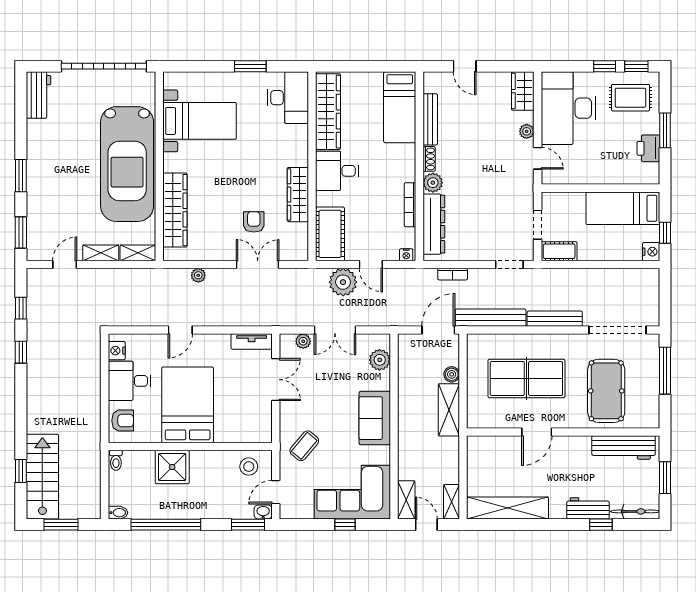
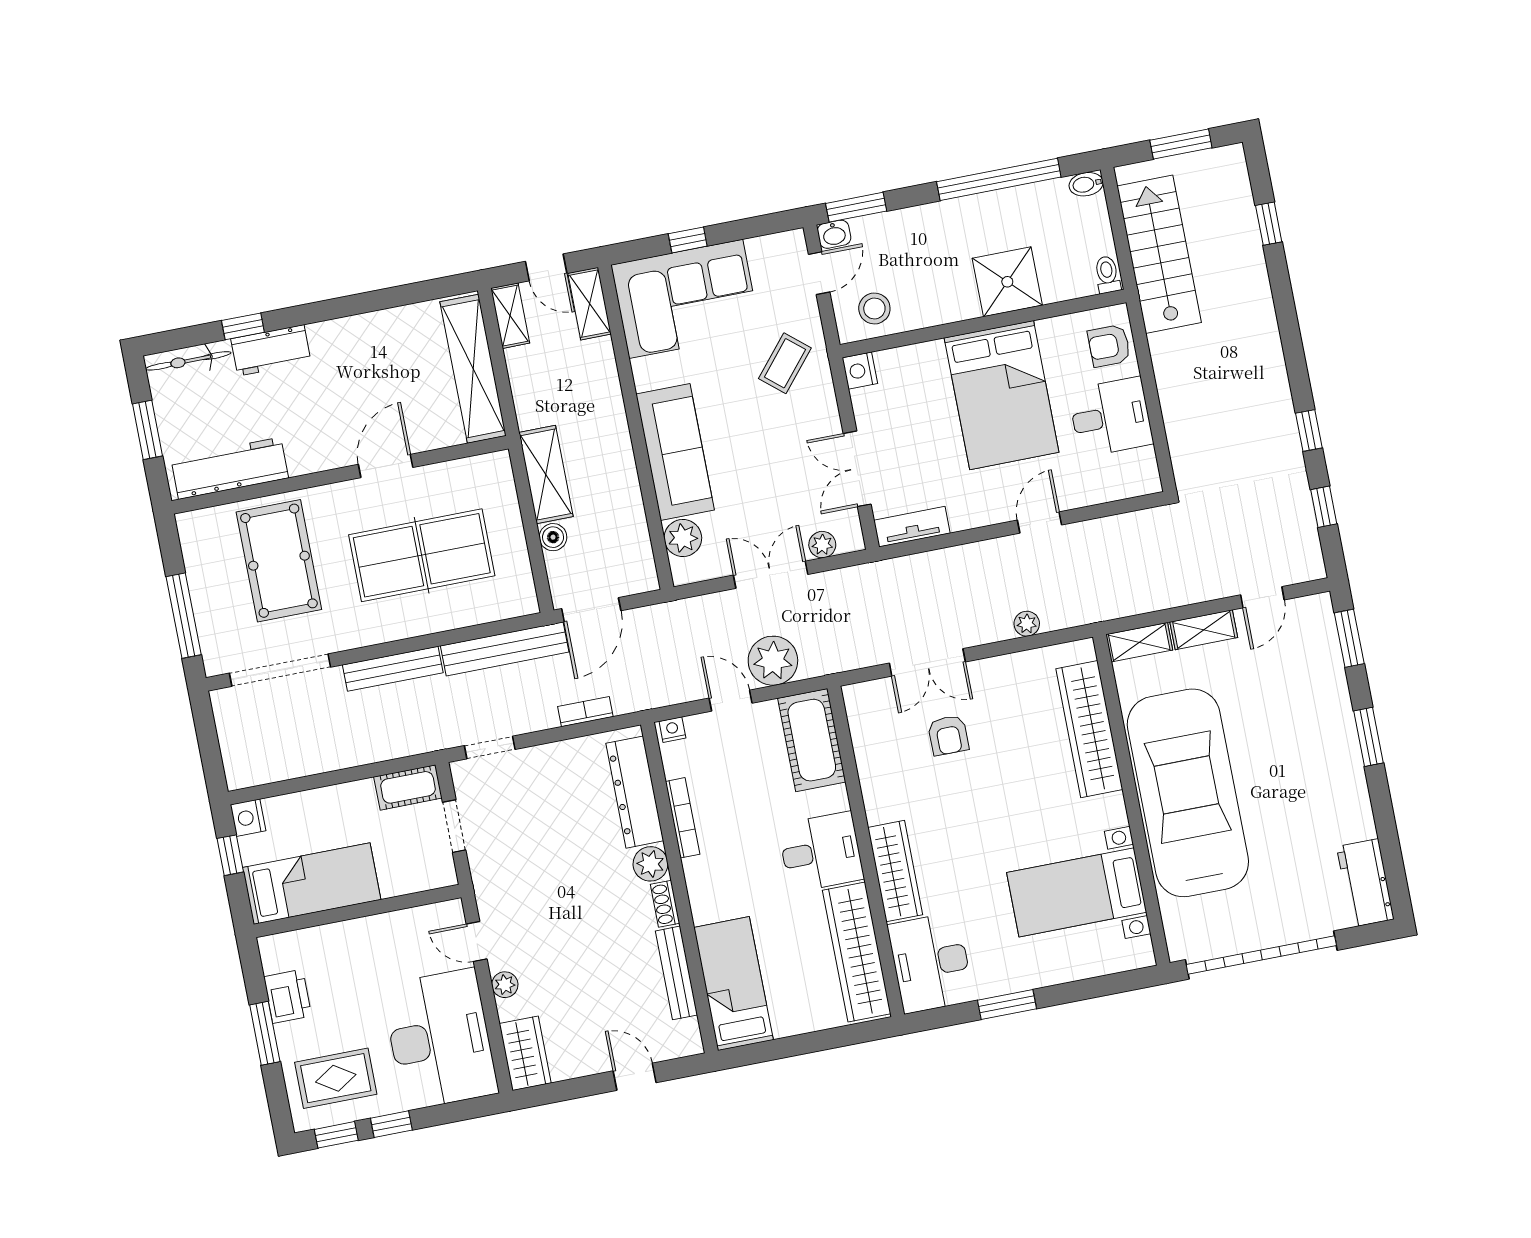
wardrobe: (298, 195) -> (895, 871), moved
nightstand: (117, 351) -> (860, 371), moved, turned 180
sofa: (375, 418) -> (675, 452), width x1.36
stairs: (42, 477) -> (1159, 254), moved, turned 180
shelving: (508, 508) -> (473, 369), moved, turned 90

